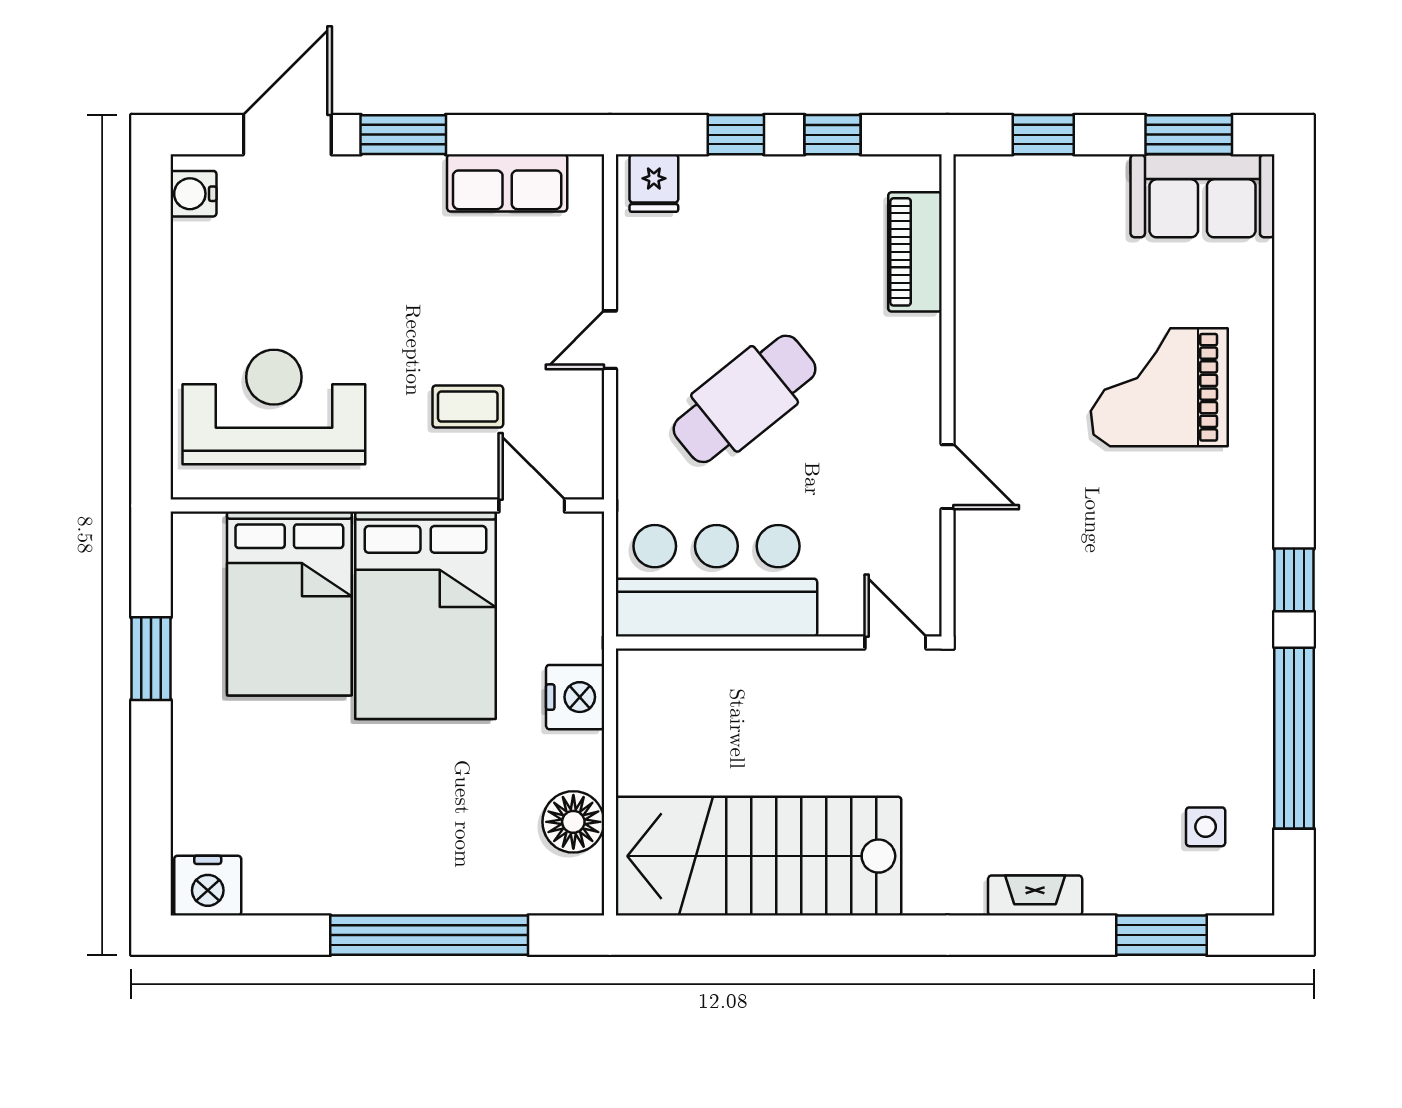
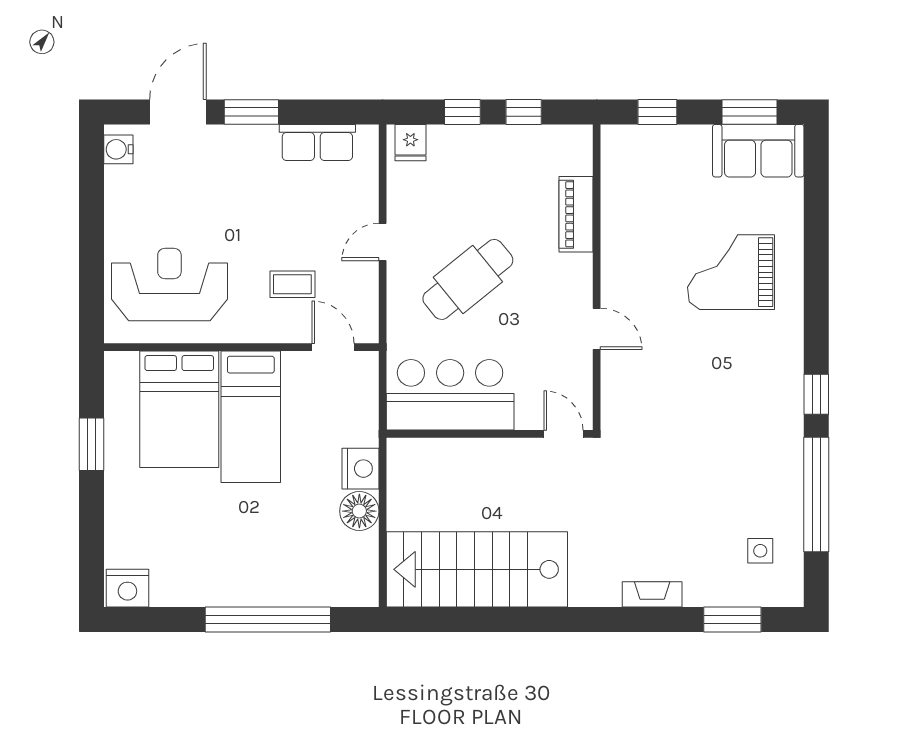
piano: (915, 252) -> (576, 214), moved
bed: (426, 615) -> (251, 417), width x0.67
floor lamp: (573, 822) -> (359, 511), moved

